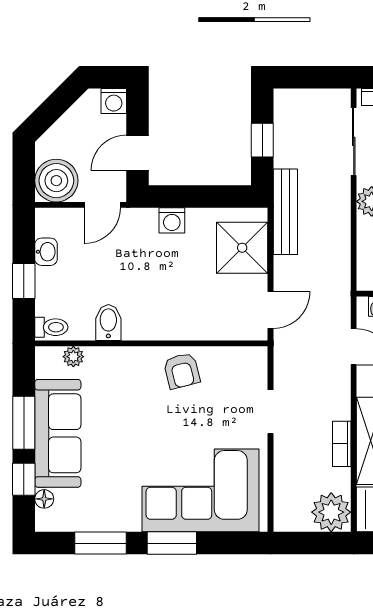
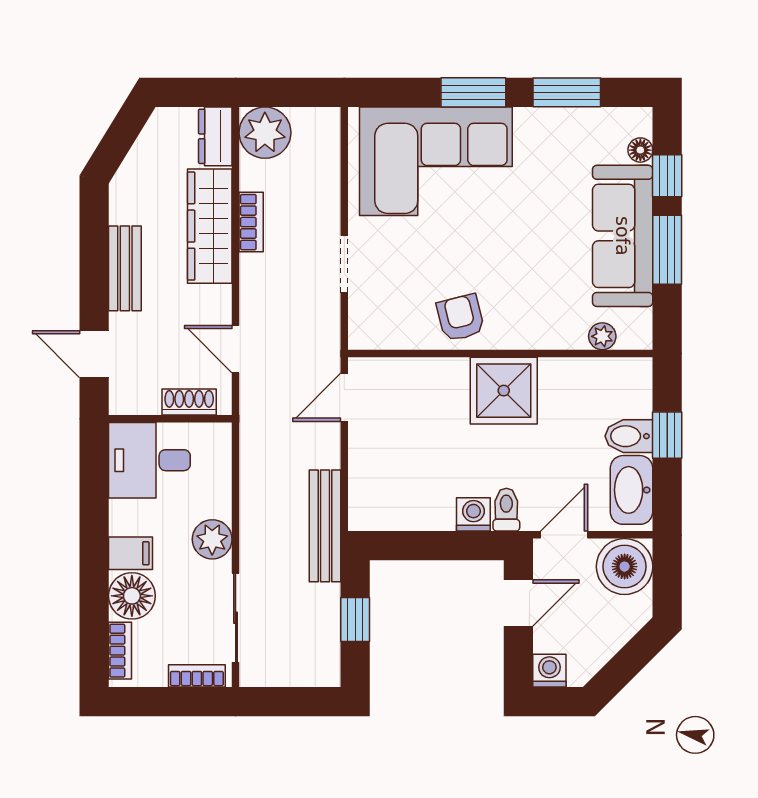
shower: (242, 248) -> (504, 391), moved
washbasin: (46, 252) -> (632, 490), width x1.91, depth x1.45
bidet: (108, 323) -> (629, 436), moved, turned 90
toilet: (51, 327) -> (506, 510), moved, turned 90

